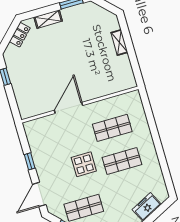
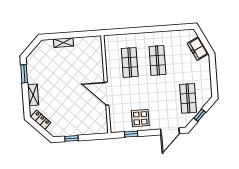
window: (30, 161) -> (131, 134), moved
display table: (84, 164) -> (140, 118), moved
door: (39, 194) -> (170, 131), hinge flipped

